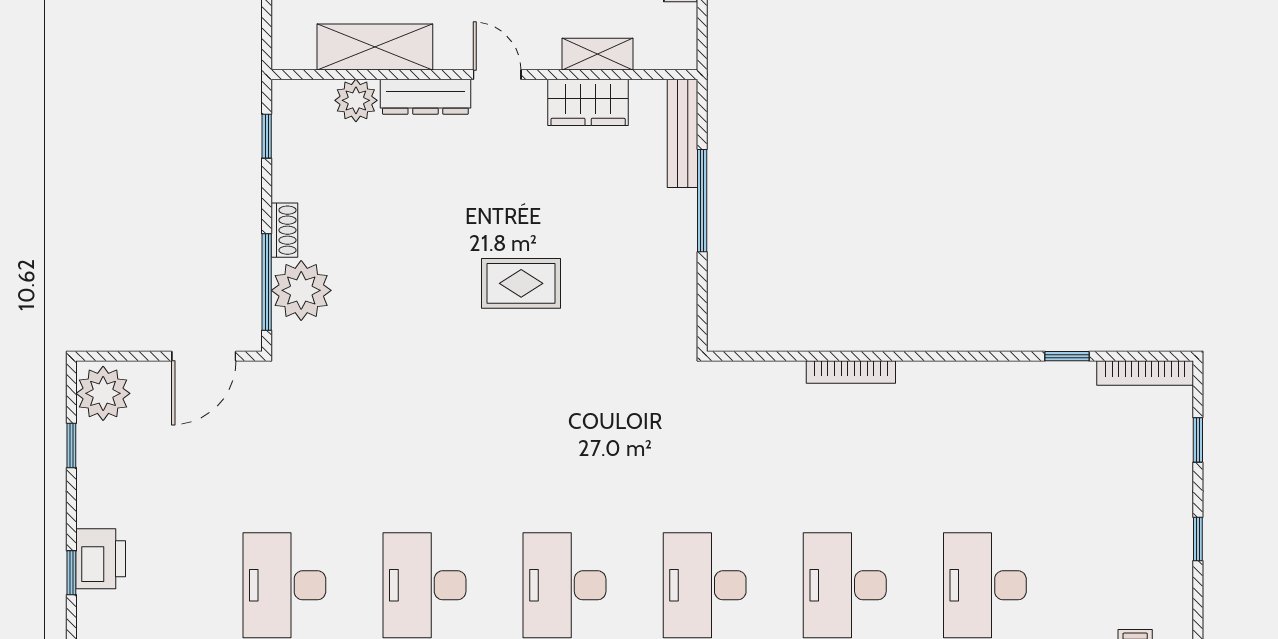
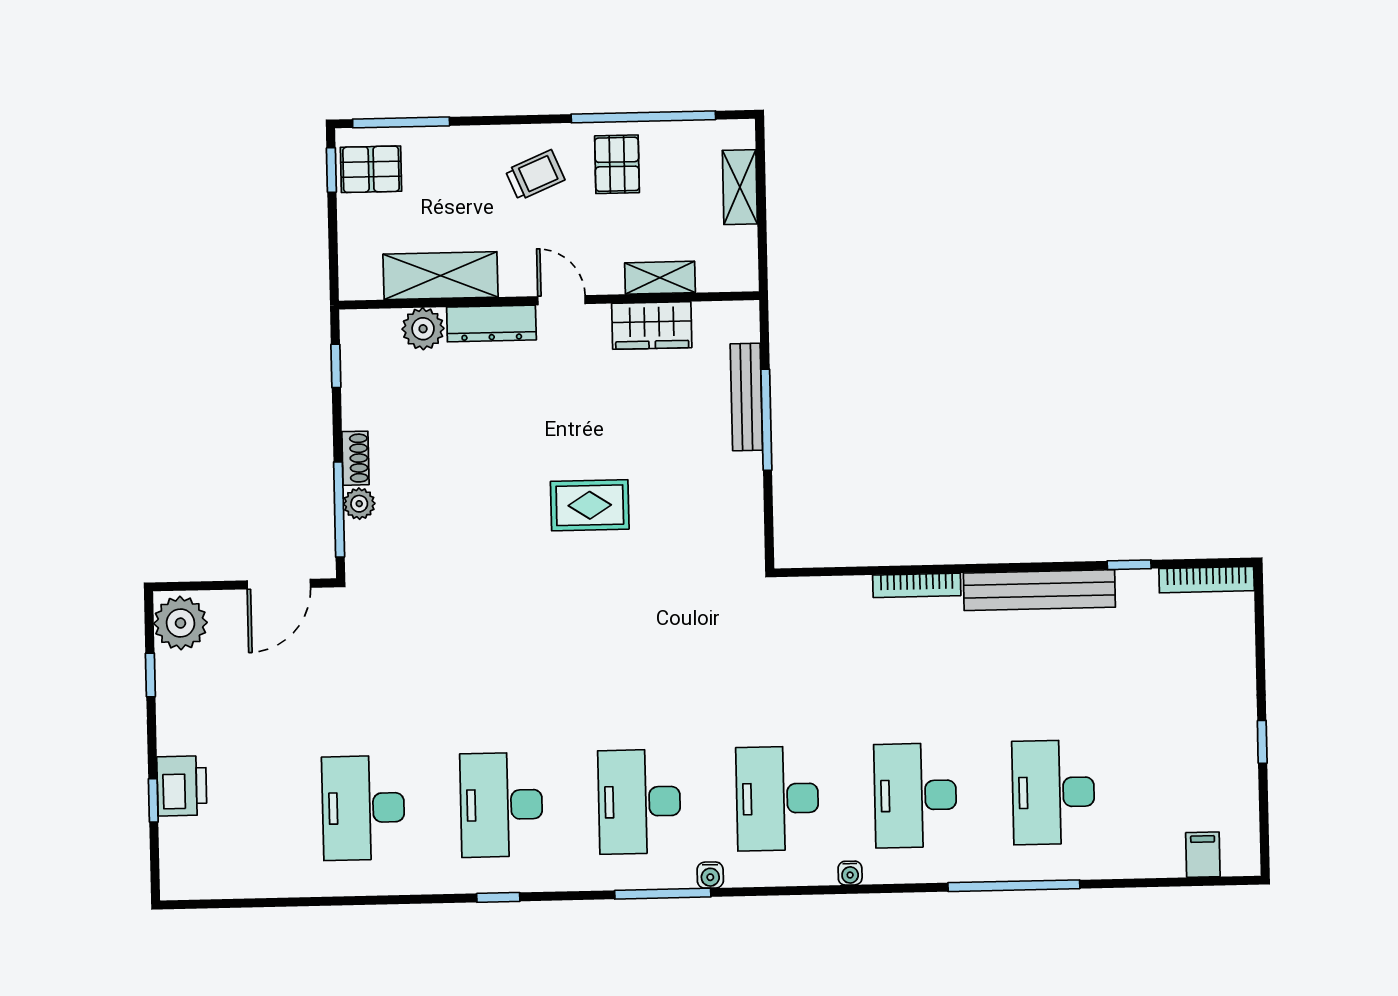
bench: (682, 133) -> (746, 397), moved
plant: (301, 290) -> (359, 504), width x0.53, depth x0.53
bench: (975, 380) -> (1039, 590), added
window: (1198, 440) -> (1260, 644), removed

